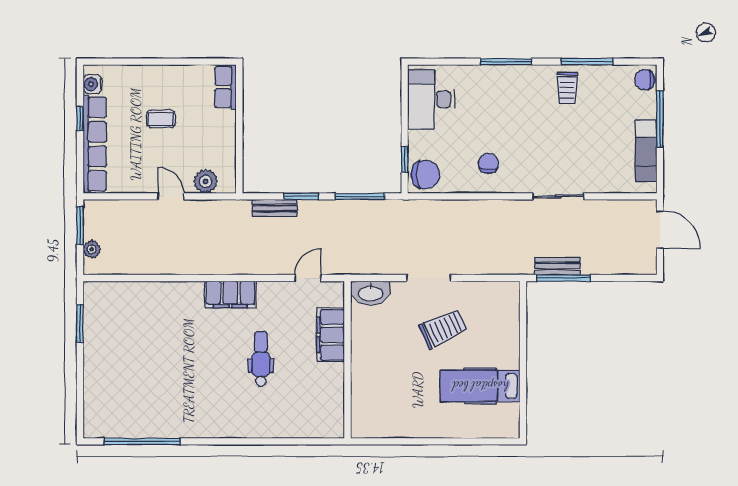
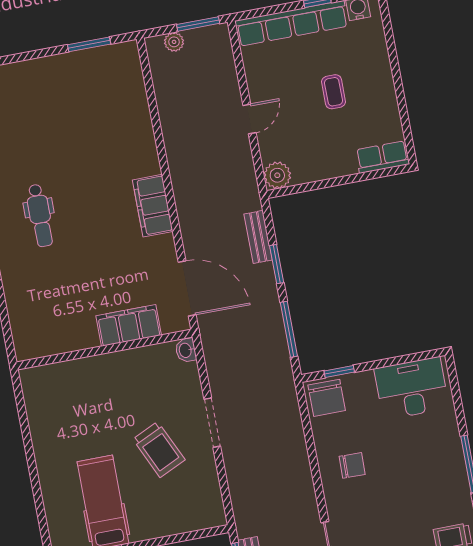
plant: (206, 181) -> (277, 175), moved
door: (308, 278) -> (187, 288), width x1.88
washbasin: (371, 293) -> (186, 350), width x0.52, depth x0.69
dental chair: (261, 359) -> (40, 215), moved, turned 90

